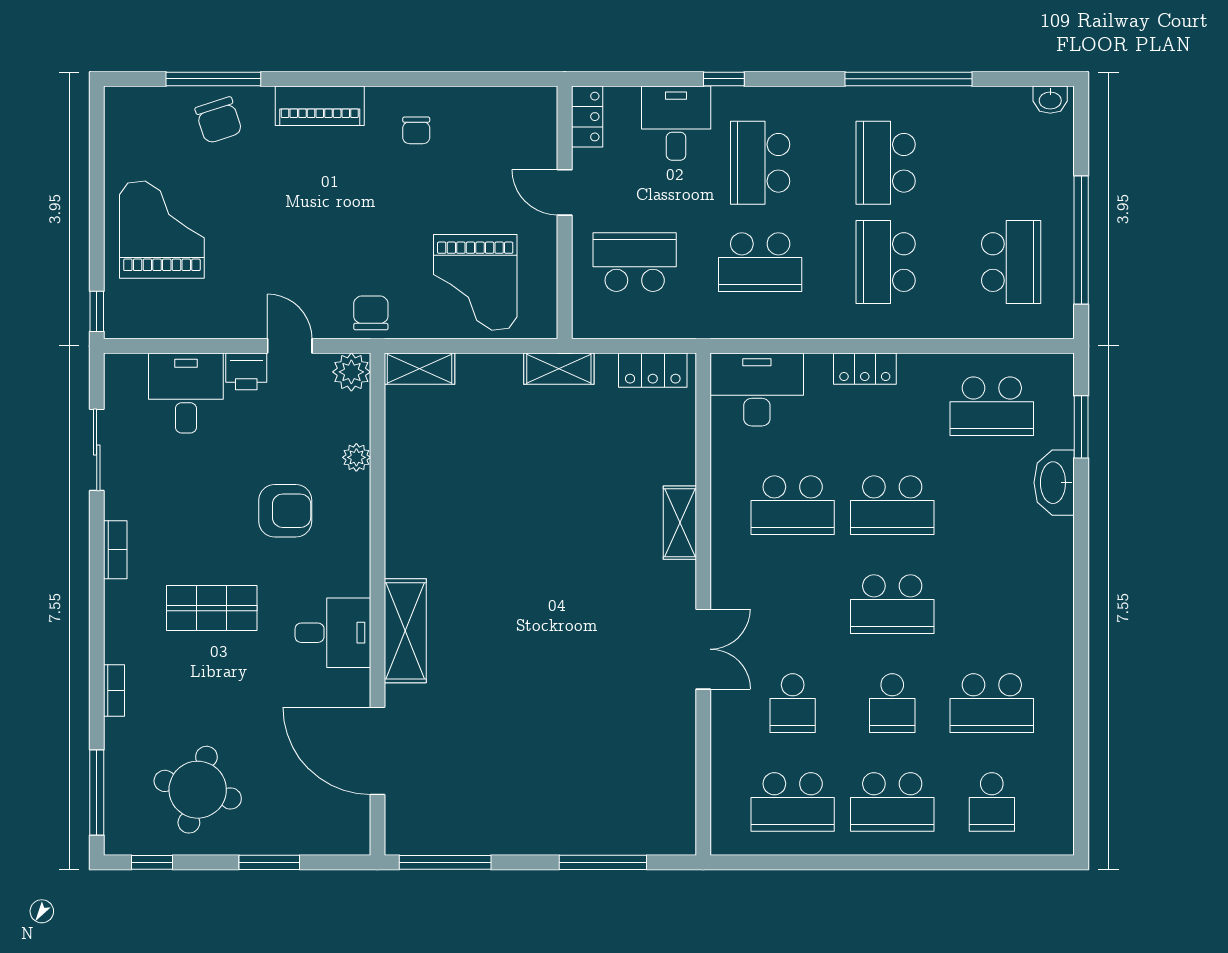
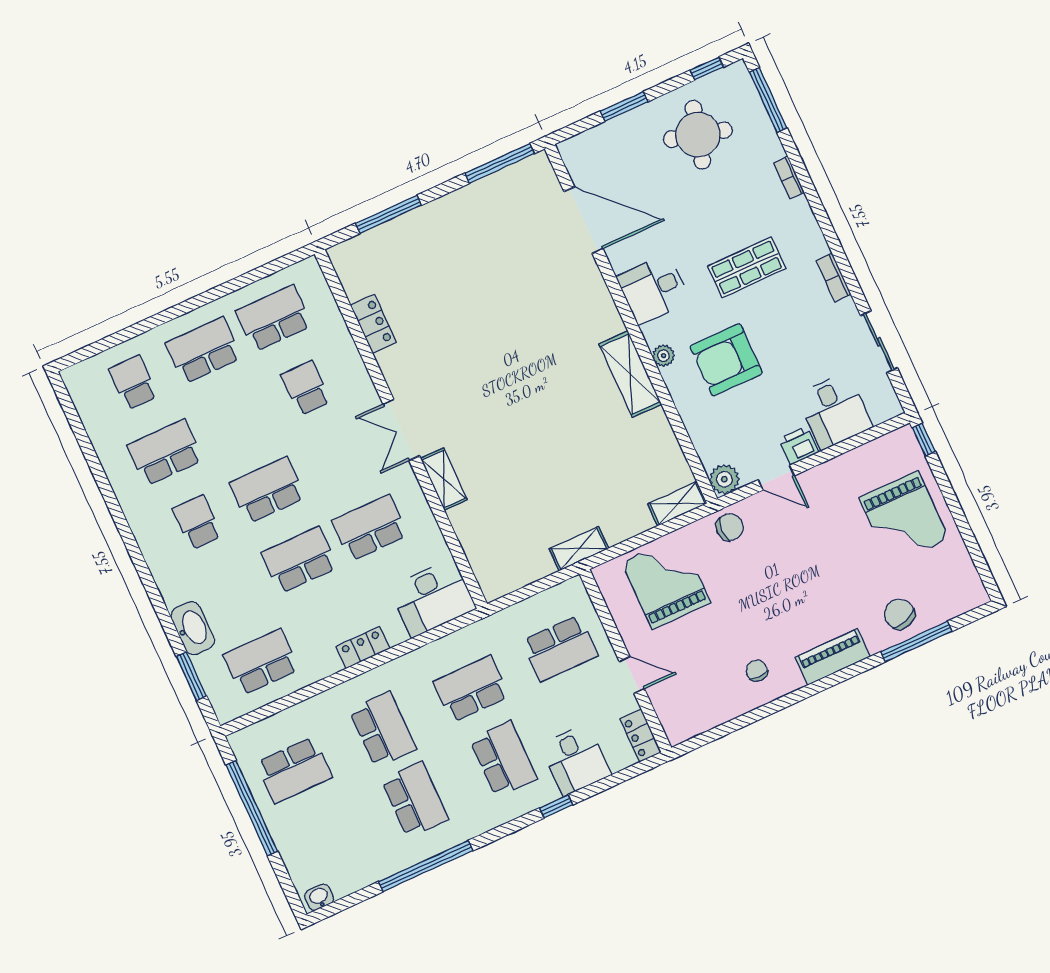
school desk: (1011, 262) -> (294, 770), turned -90
chair: (371, 313) -> (730, 527), turned -90
locker: (653, 370) -> (373, 324), moved, turned 90
plant: (356, 457) -> (663, 356), moved
armchair: (285, 511) -> (726, 360), width x1.36, depth x1.36
shelving: (405, 631) -> (630, 374), moved
double door: (703, 649) -> (401, 430), moved
school desk: (892, 703) -> (197, 522), moved

